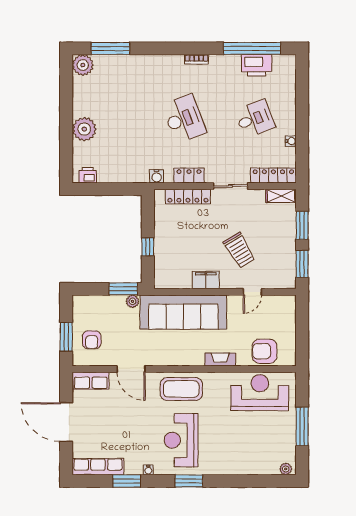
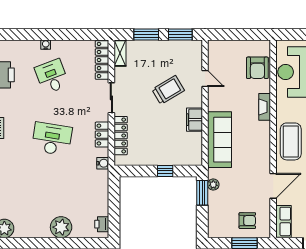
desk: (184, 119) -> (52, 139), turned 30
water cooler: (291, 141) -> (46, 45), moved
sofa: (183, 312) -> (220, 140), width x0.74, depth x0.79

